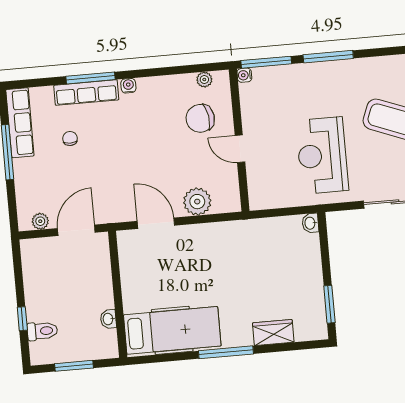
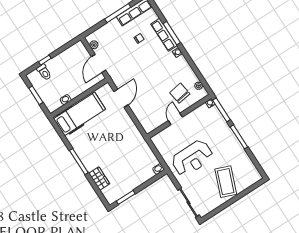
reception desk: (322, 155) -> (192, 158), turned 180
plant: (197, 202) -> (141, 112), removed
door: (76, 230) -> (98, 63), swing flipped
hospital bed: (172, 330) -> (80, 114), moved, turned -90

